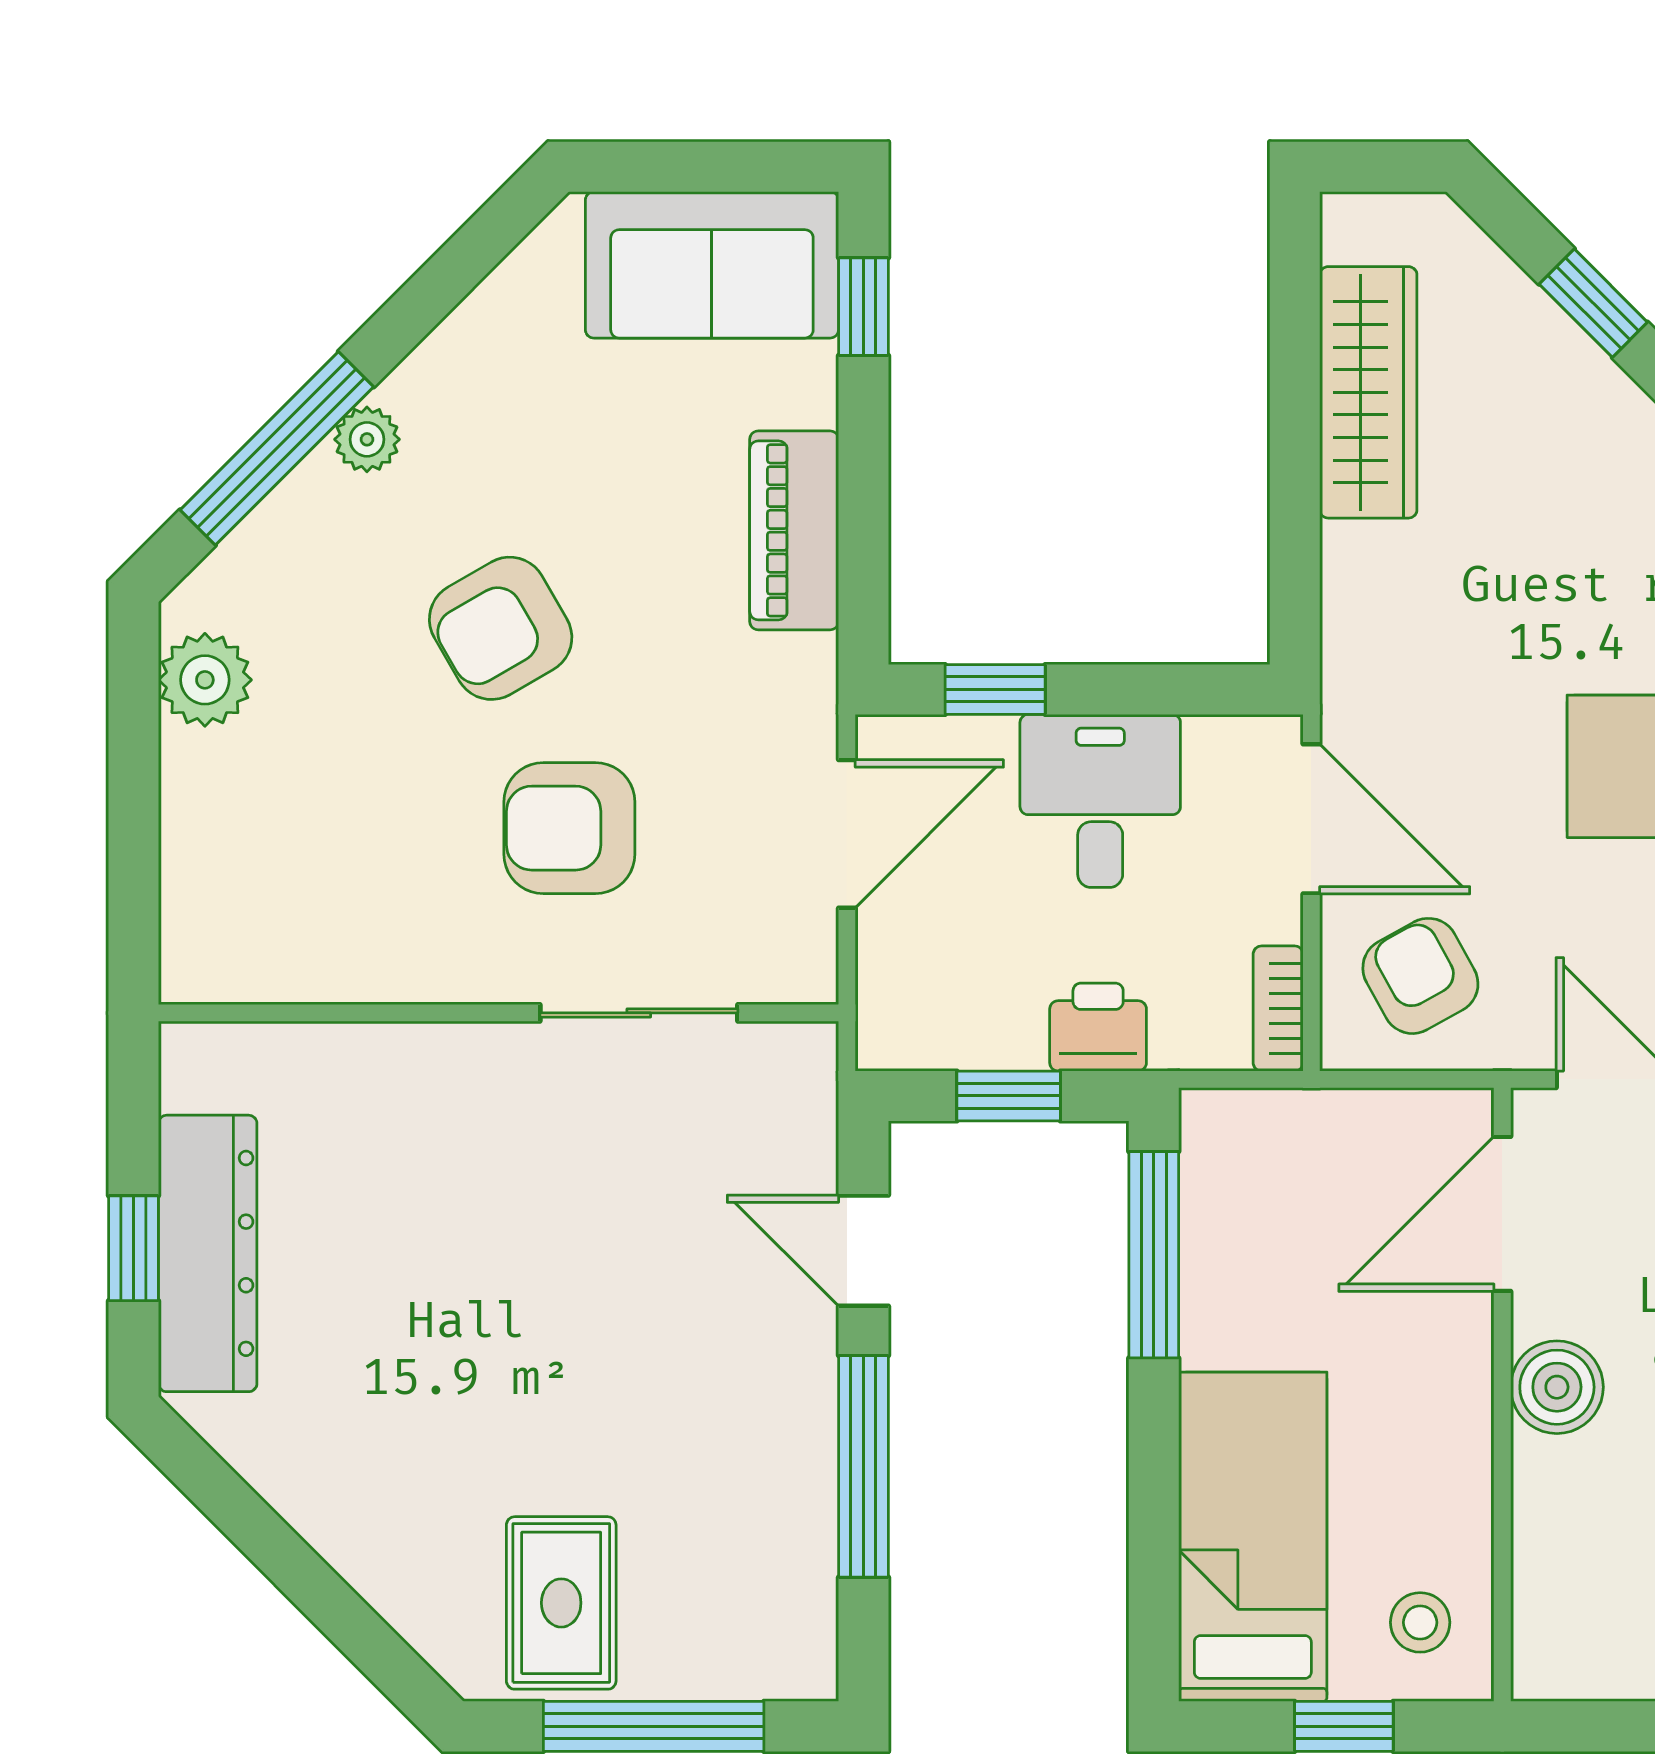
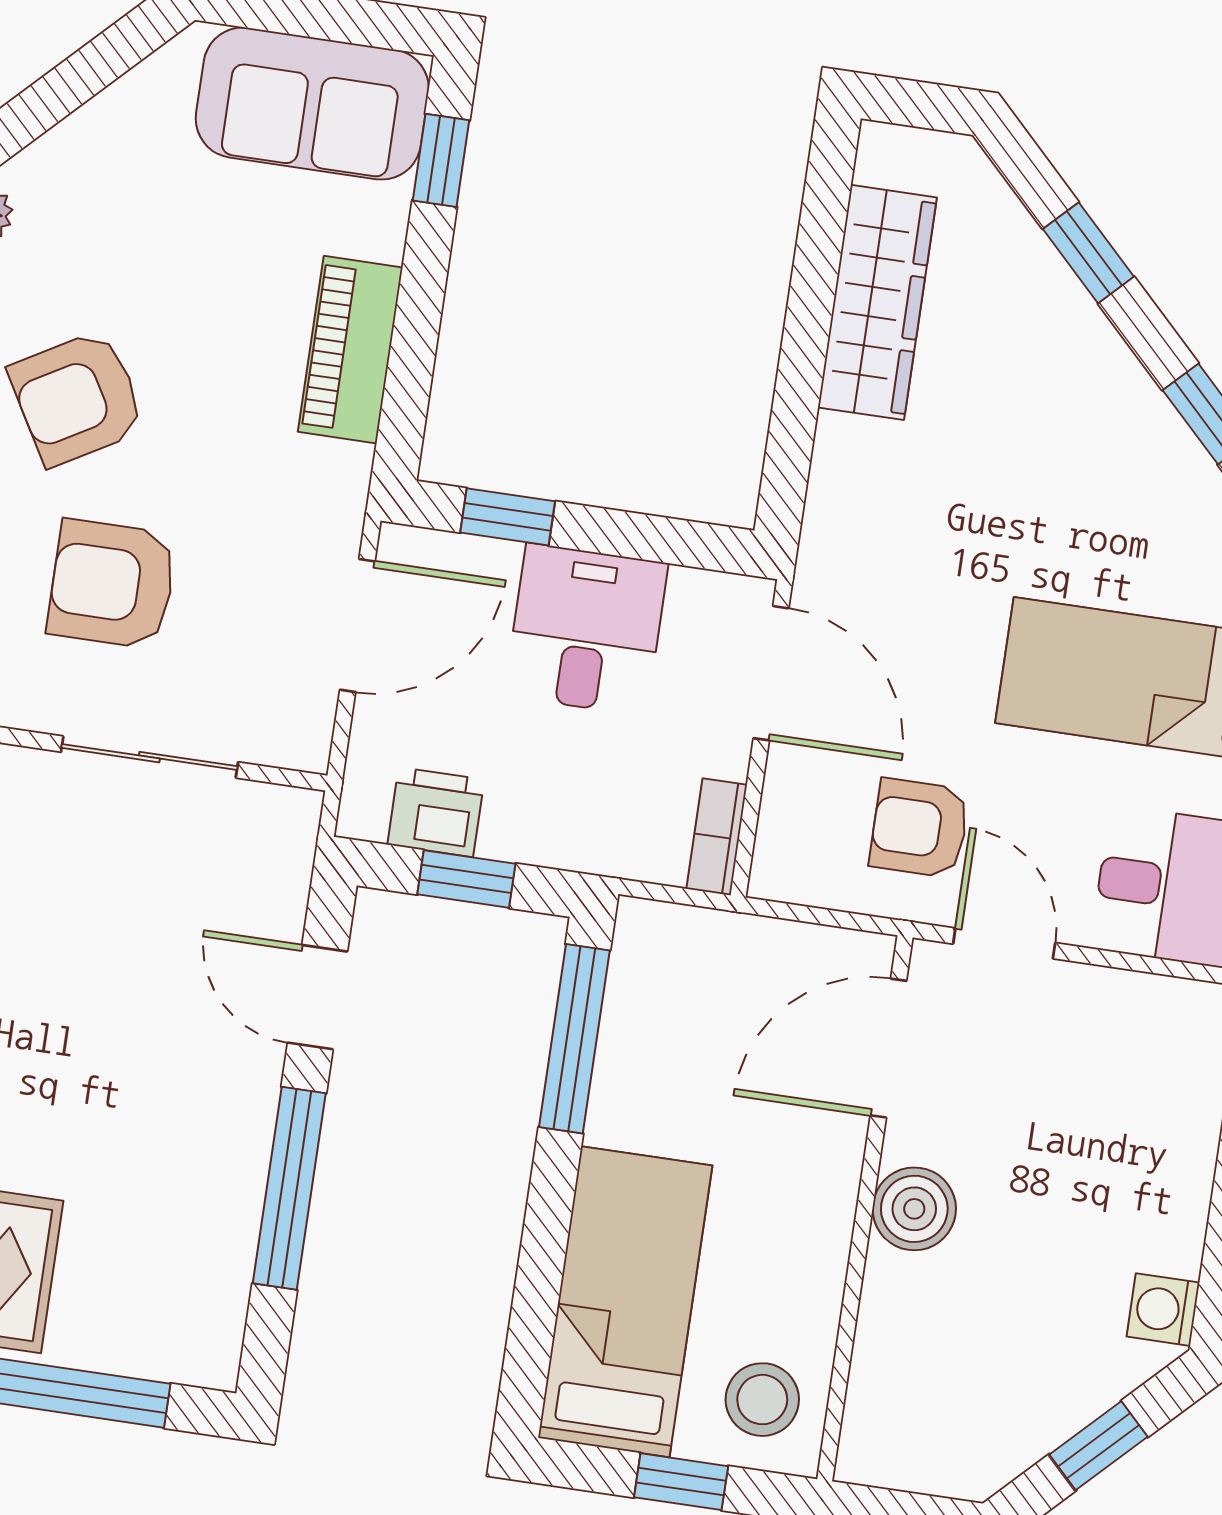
armchair: (1420, 976) -> (919, 828), moved, turned -61
printer: (1098, 1027) -> (436, 812), moved
stool: (1420, 1622) -> (762, 1400), width x1.37, depth x1.37

